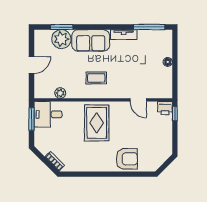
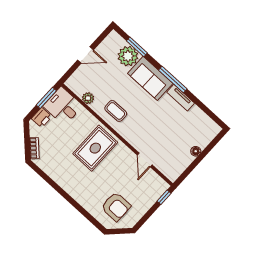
window: (149, 27) -> (173, 80), moved
coffee table: (96, 78) -> (116, 111), moved
printer: (165, 108) -> (42, 118), moved, turned -90
armchair: (127, 159) -> (116, 207), moved

